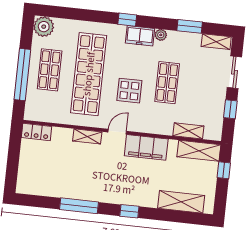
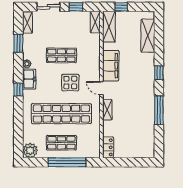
shelving: (188, 131) -> (95, 22), moved

